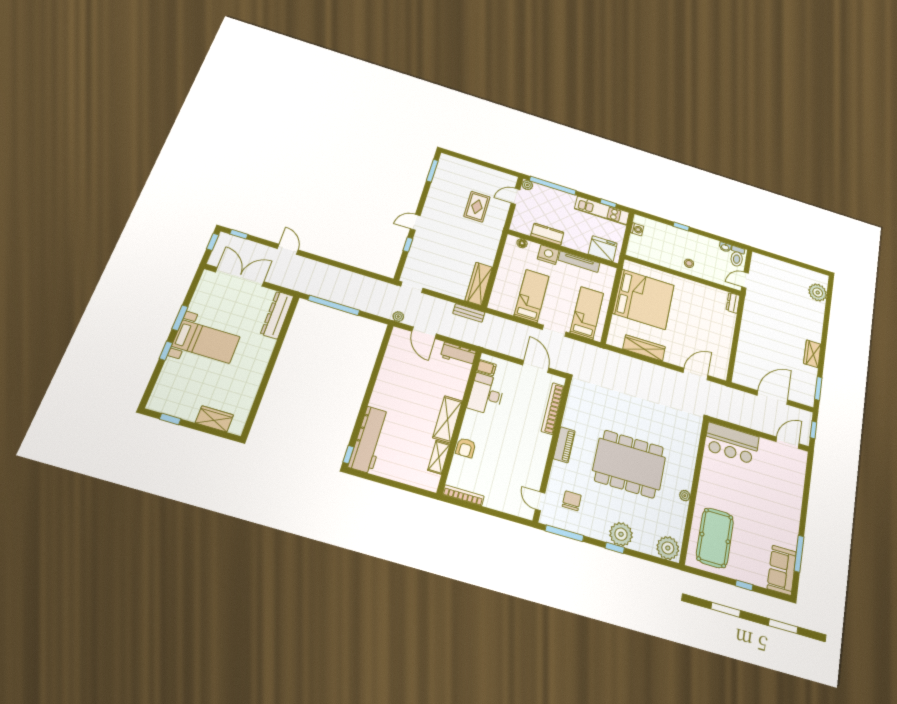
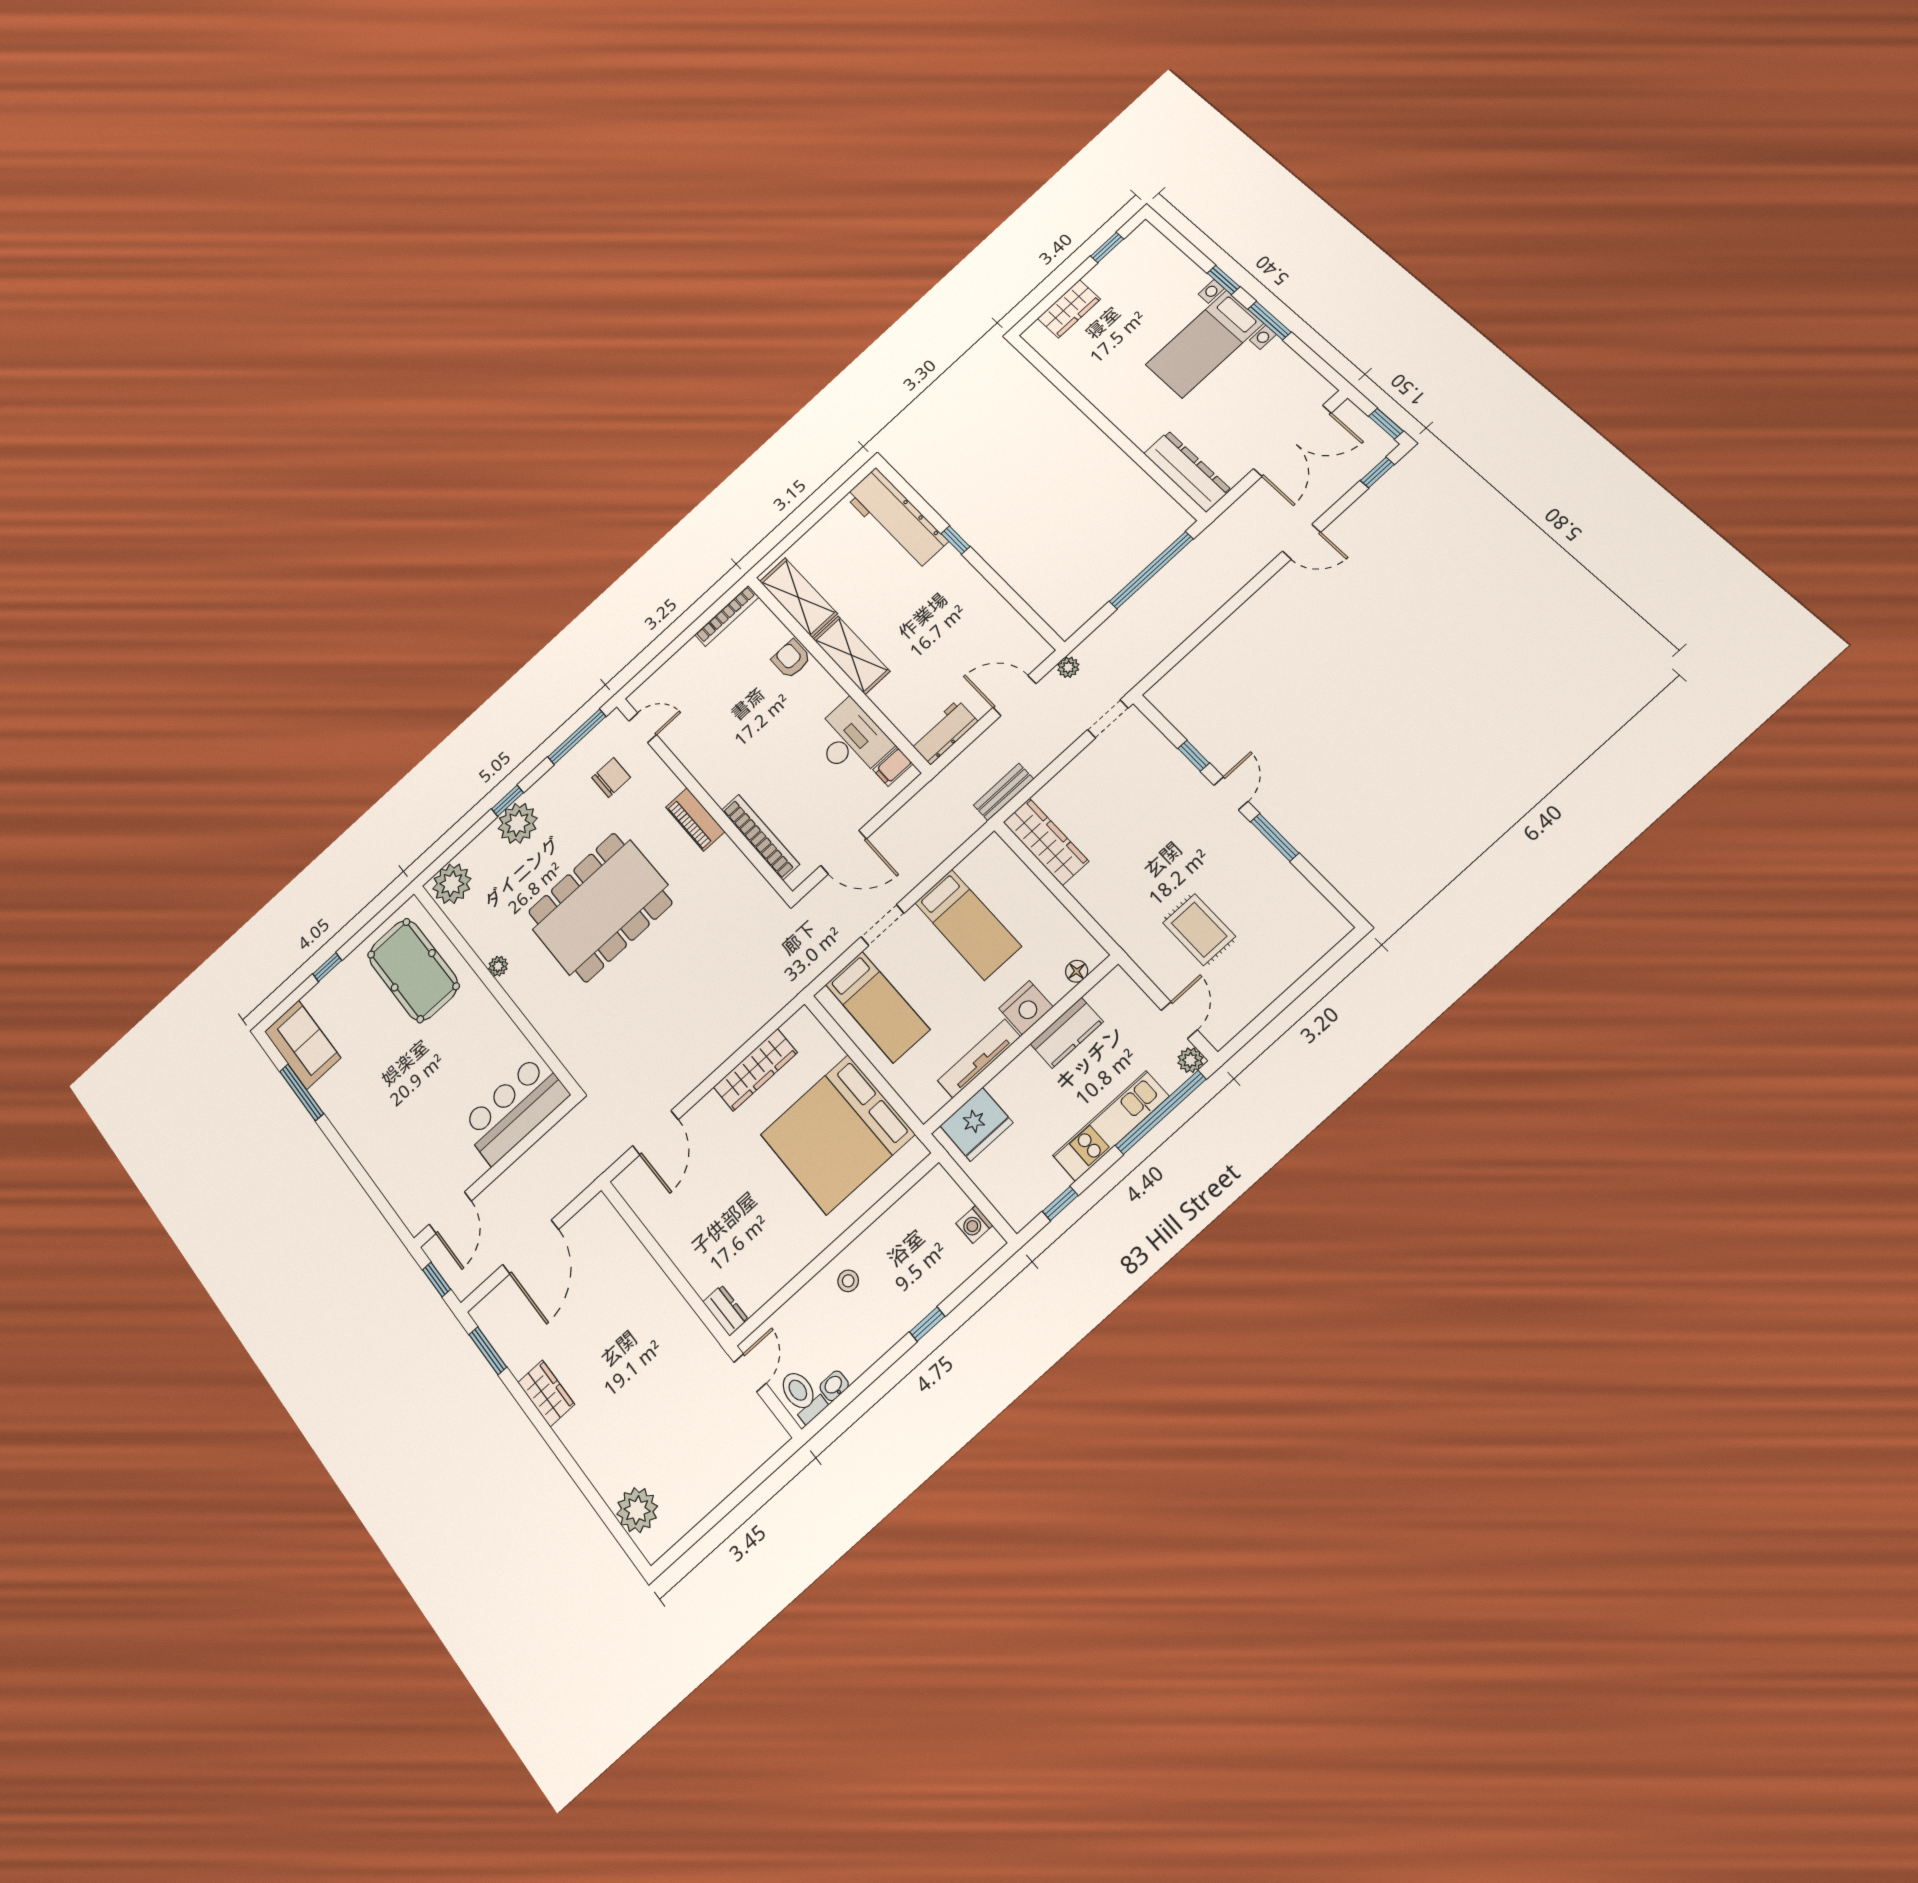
window: (432, 171) -> (1275, 837), moved
kitchen unit: (602, 211) -> (1111, 1126), moved
window: (348, 455) -> (956, 540), moved
shelving: (439, 457) -> (798, 597), width x1.50, depth x1.33
chair: (572, 501) -> (611, 777), turned -90

